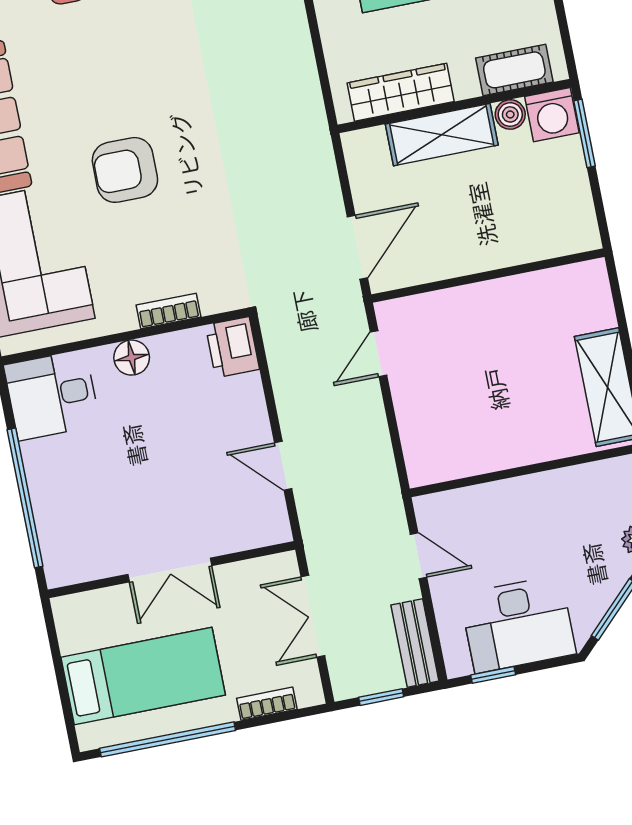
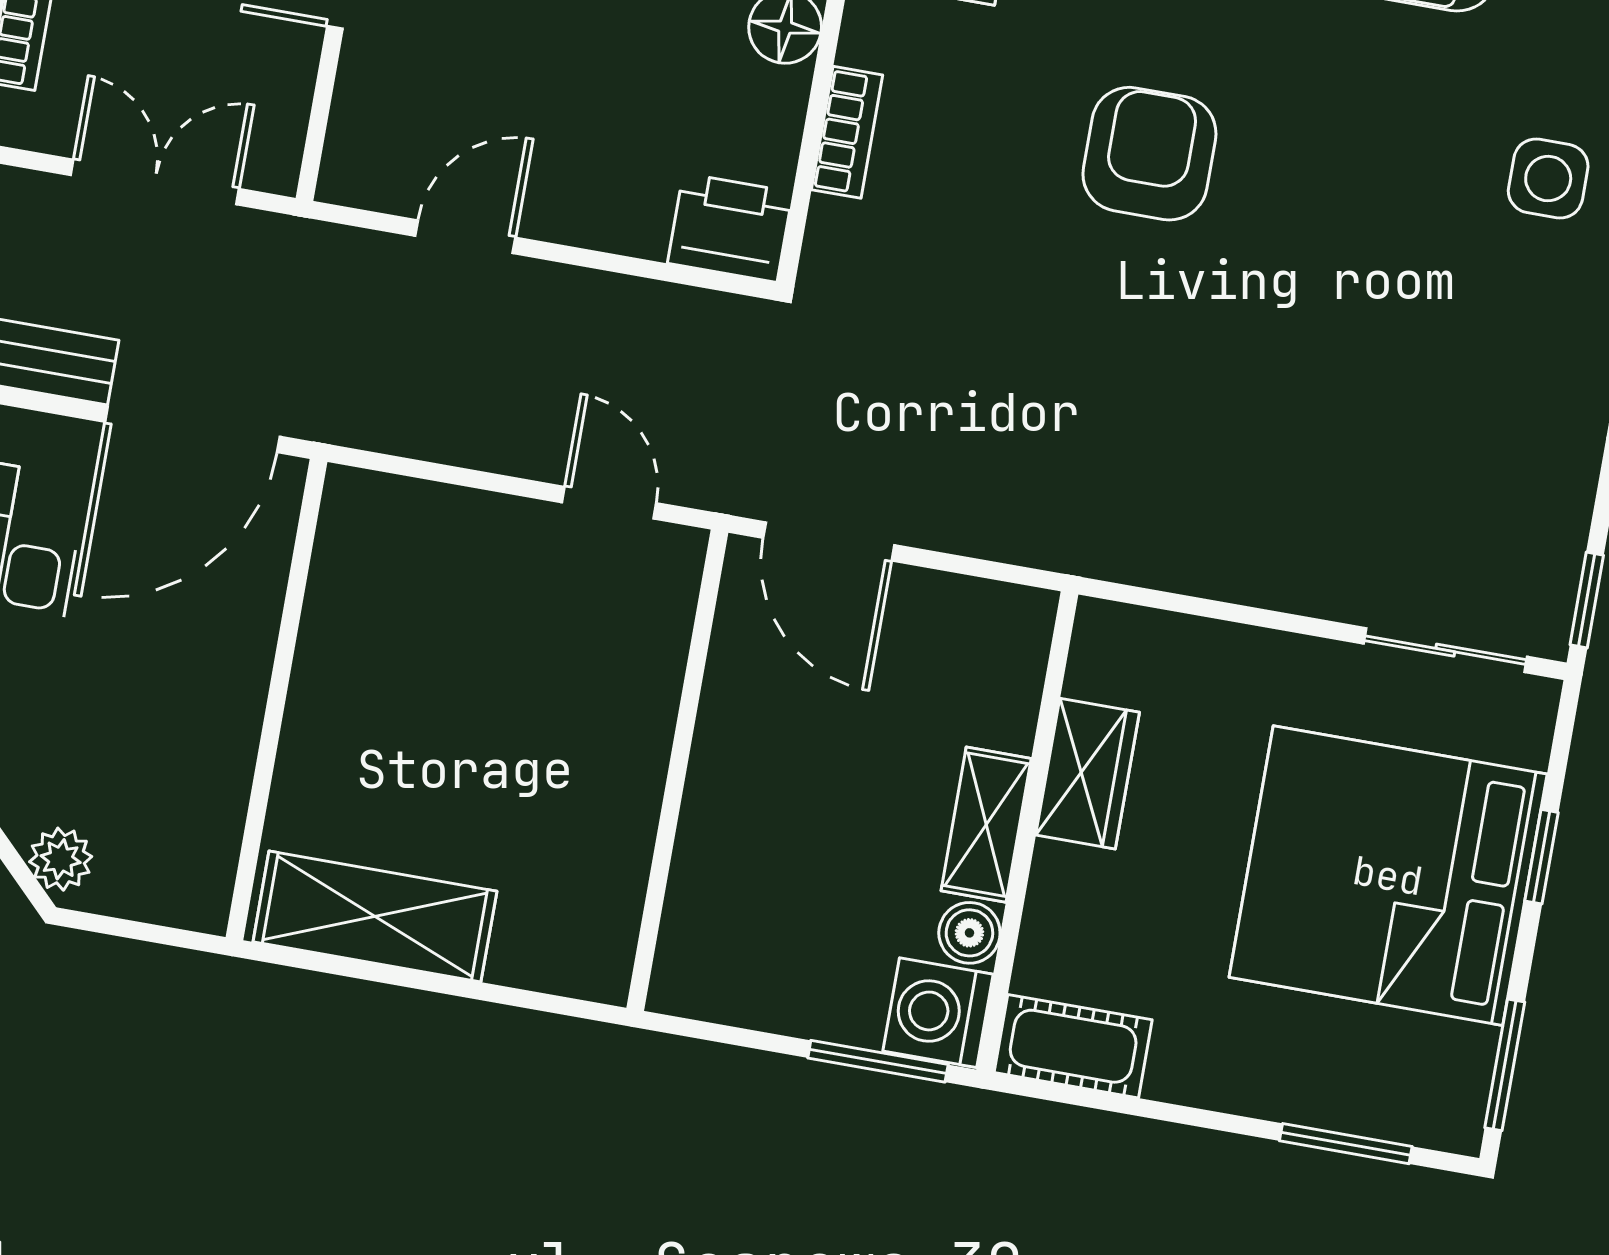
cot: (514, 70) -> (1073, 1046), moved, turned 90
wardrobe: (401, 92) -> (1088, 774), width x0.67
shelving: (442, 135) -> (986, 825), width x0.67, depth x0.75
door: (418, 556) -> (192, 429), width x1.87

